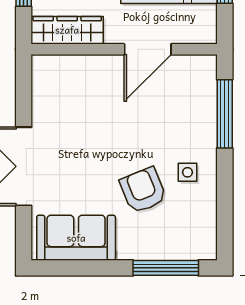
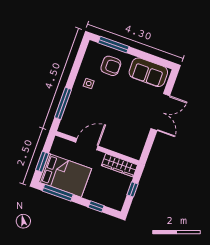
armchair: (143, 190) -> (111, 66), moved, turned -68

